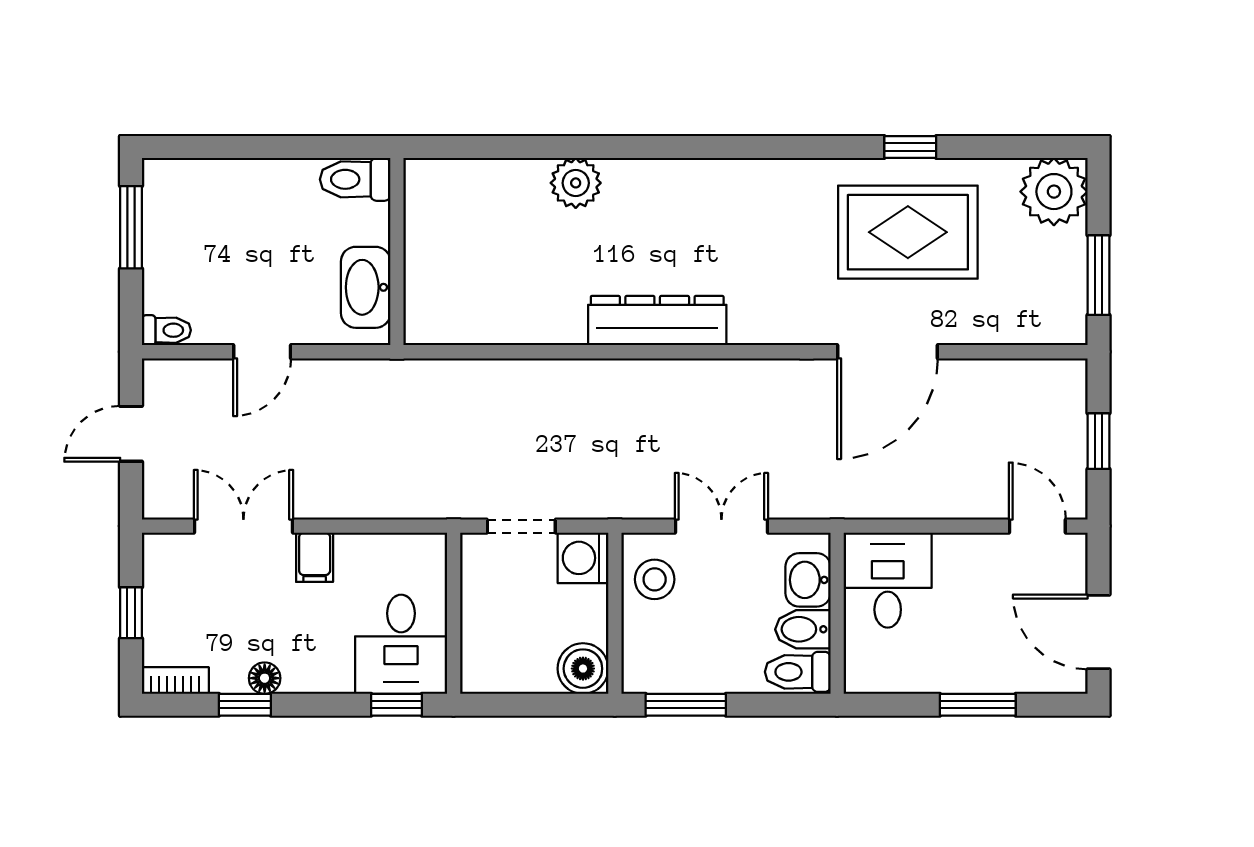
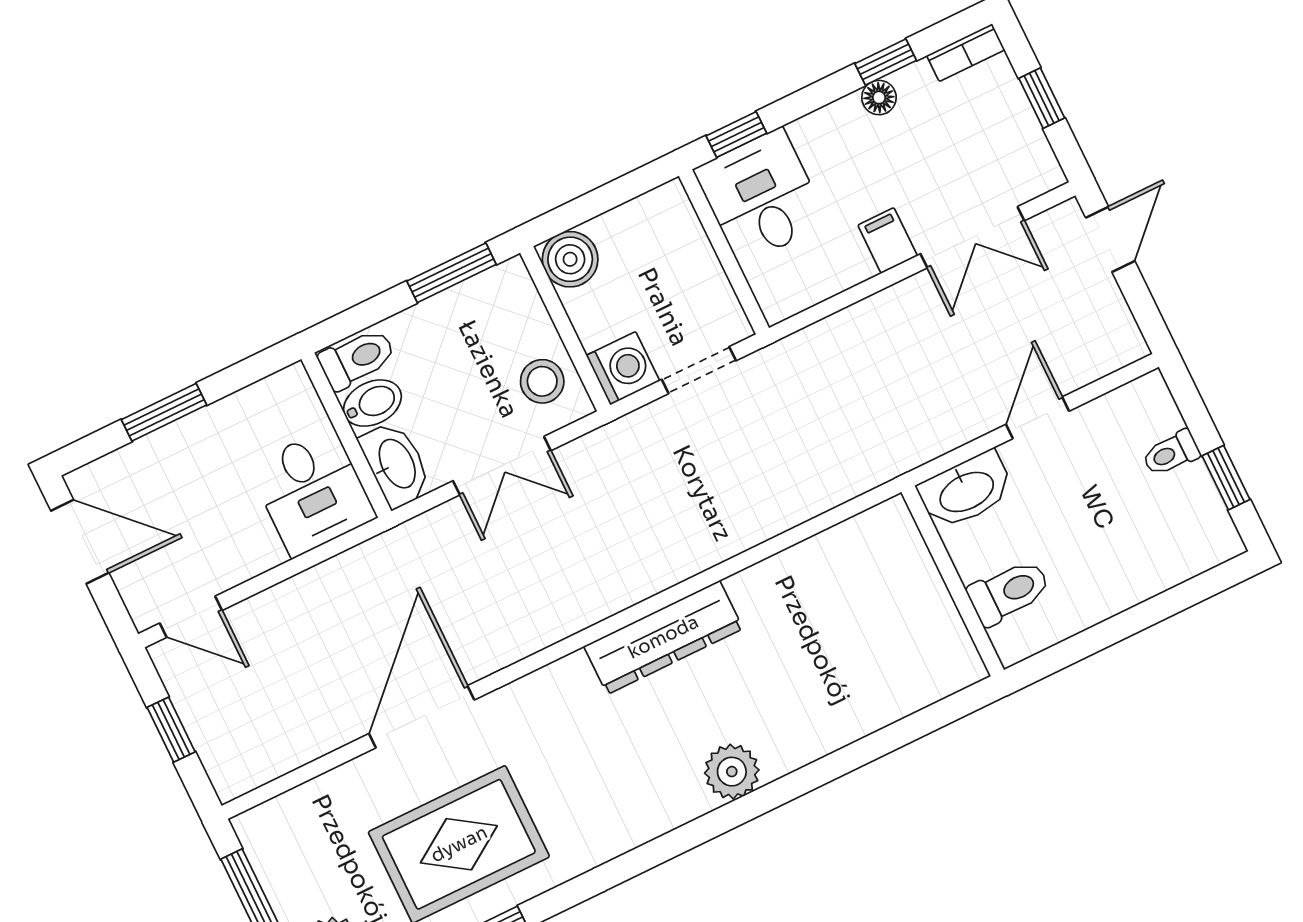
toilet: (355, 179) -> (1009, 592), moved
plant: (576, 183) -> (732, 772), moved
window: (131, 227) -> (1226, 478), width x0.67
washbasin: (366, 287) -> (966, 491), moved, turned 90
toilet: (166, 330) -> (1171, 453), moved
door: (131, 434) -> (1110, 239), moved
washbasin: (808, 580) -> (396, 464), width x1.38

